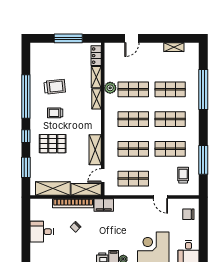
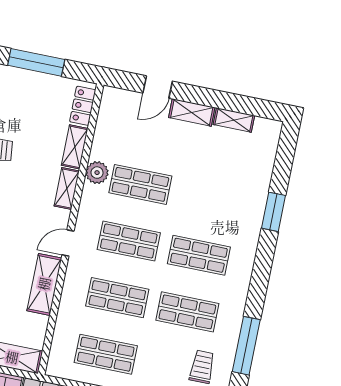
shelving: (152, 48) -> (192, 112), added
shop shelf: (170, 89) -> (210, 199), removed
window: (203, 89) -> (274, 212), width x0.47
door: (103, 176) -> (68, 243), moved

